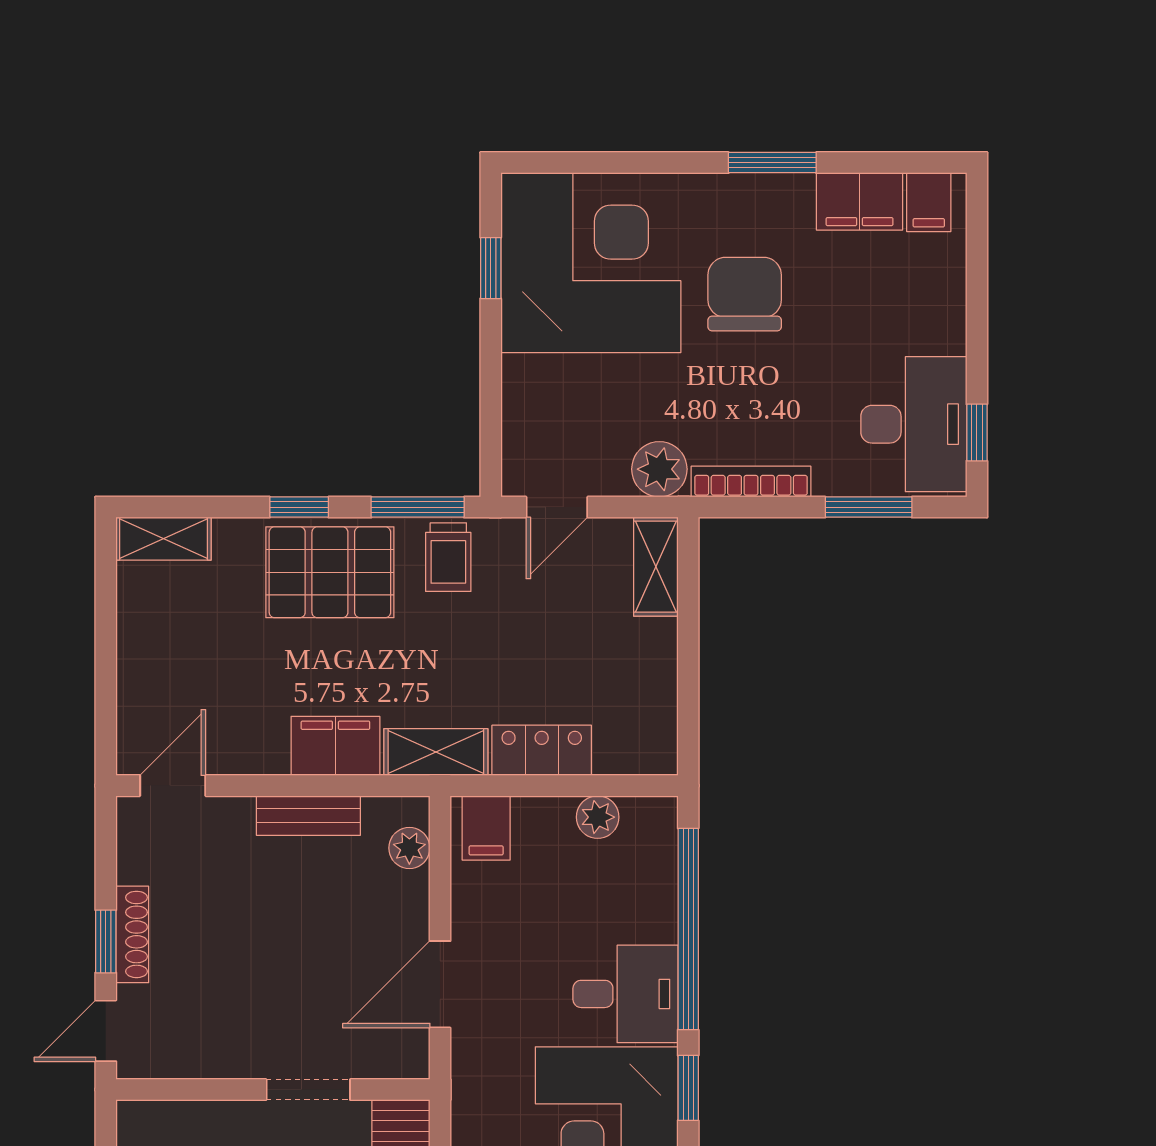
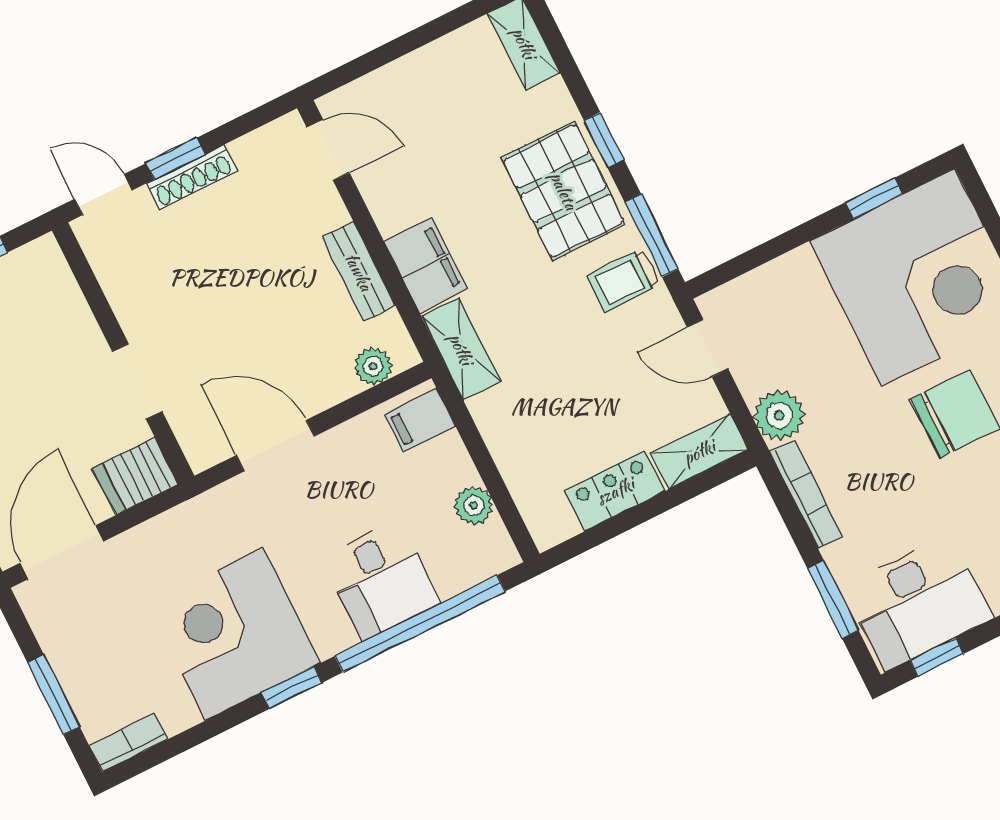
locker: (542, 750) -> (615, 491), moved, turned -90
desk: (626, 994) -> (381, 580), moved

